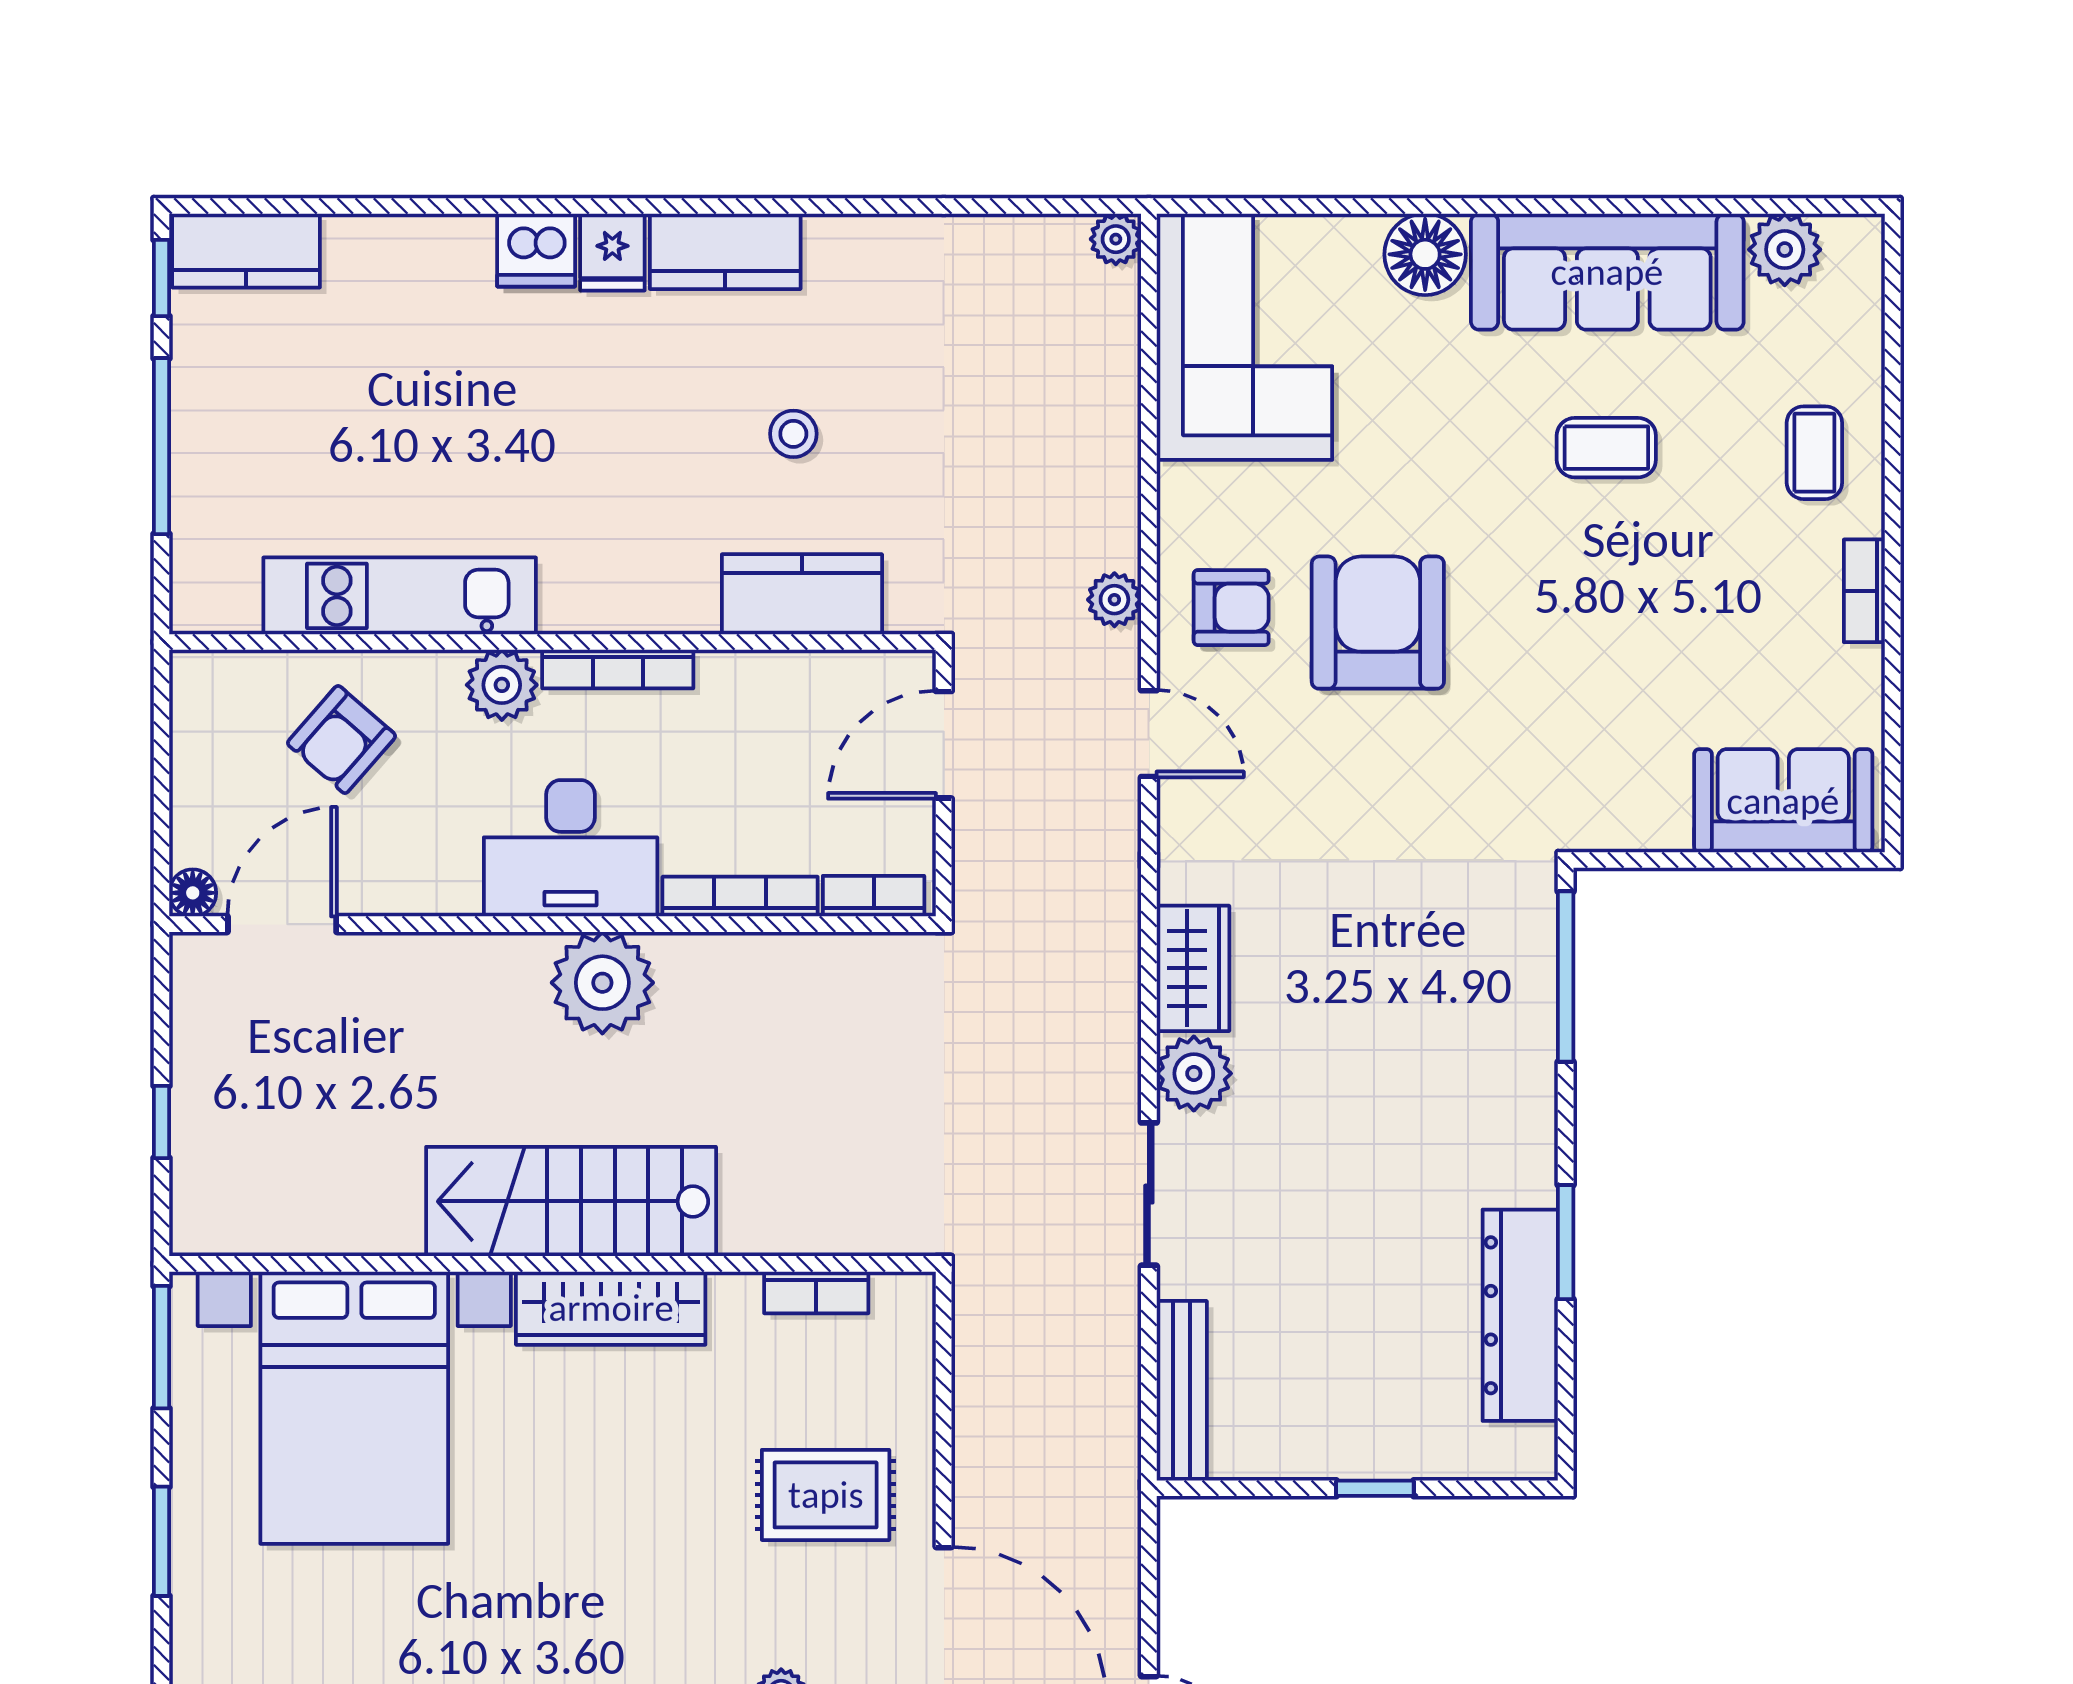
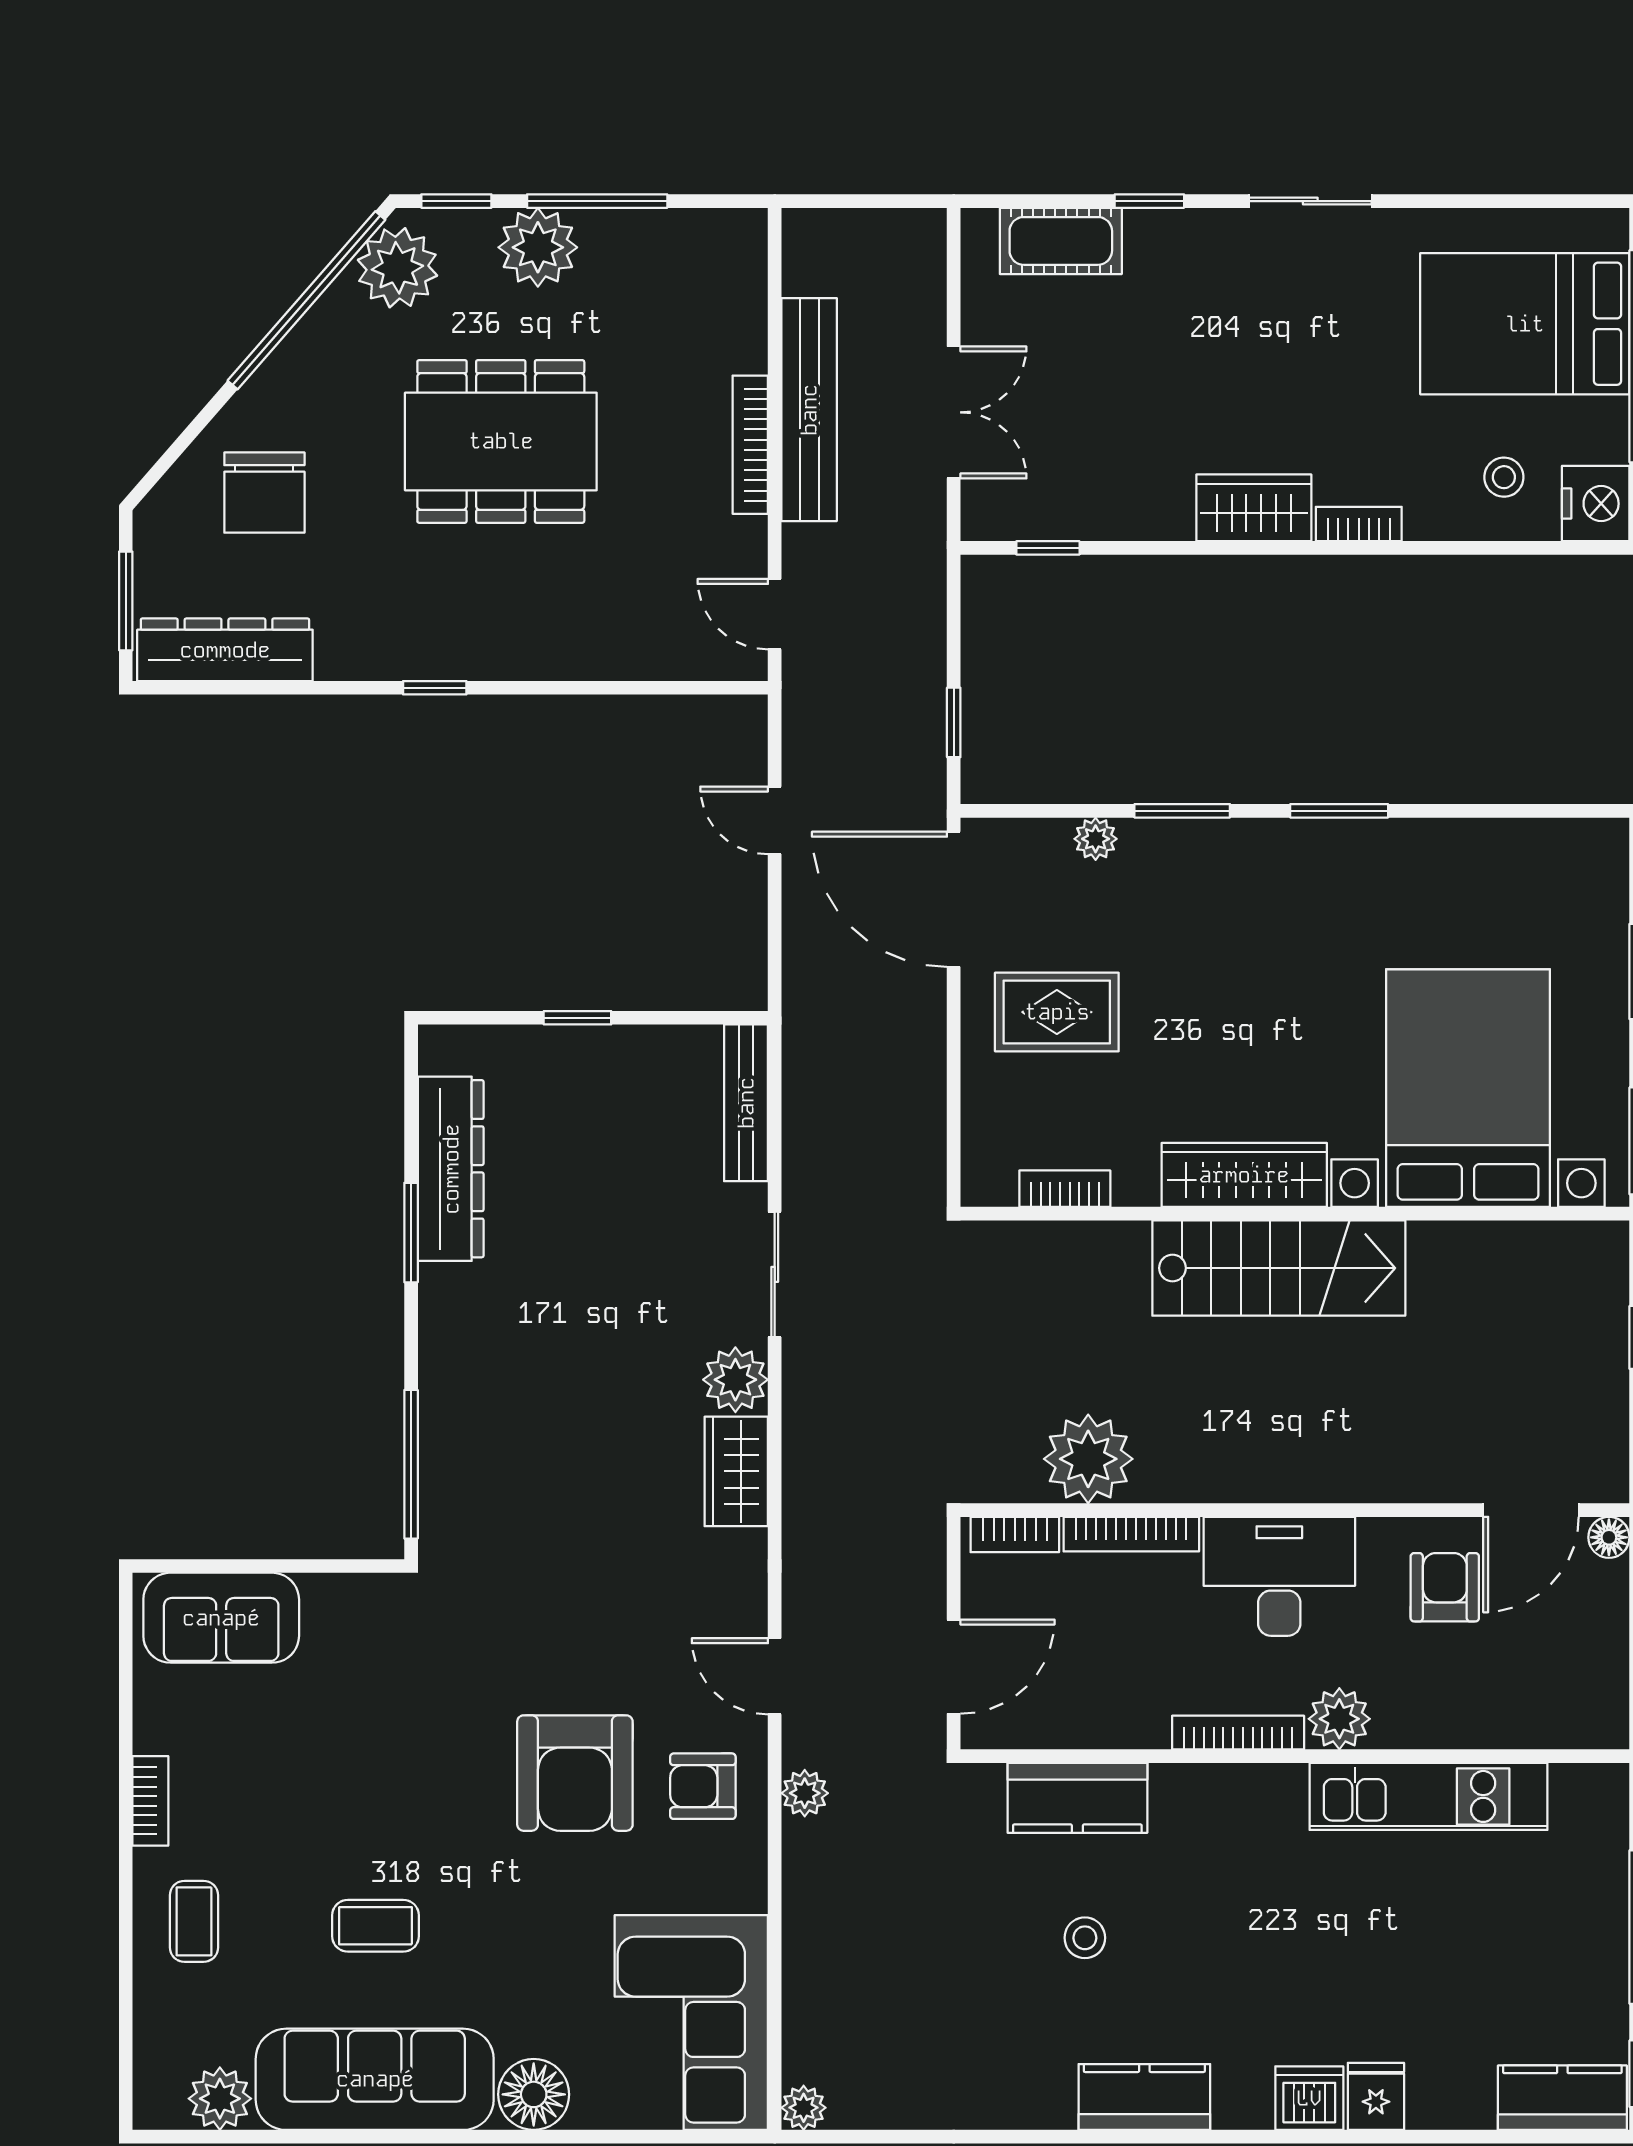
fridge: (612, 252) -> (1376, 2096), moved
armchair: (342, 740) -> (1445, 1587), moved, turned -41
plant: (602, 983) -> (1088, 1459), moved

